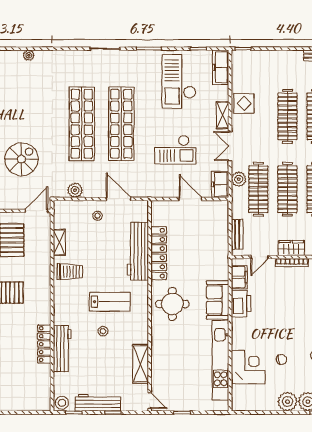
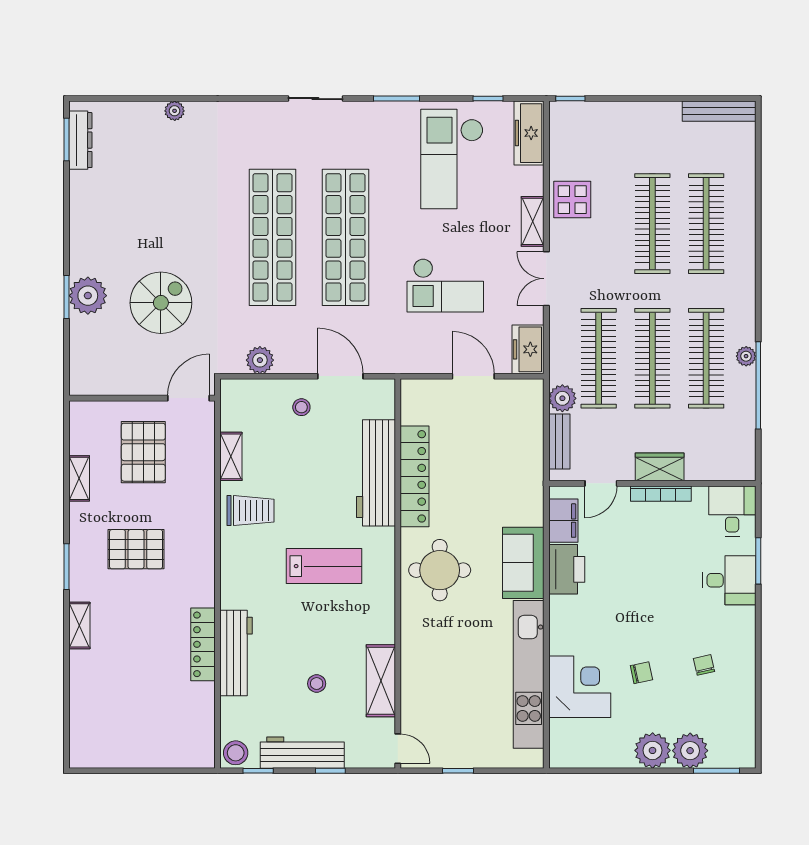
plant: (239, 179) -> (562, 398), moved
stool: (103, 331) -> (317, 684), moved

